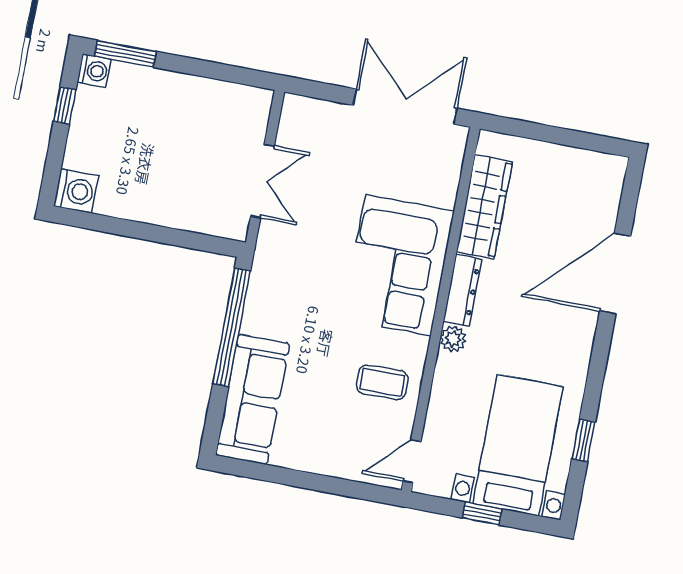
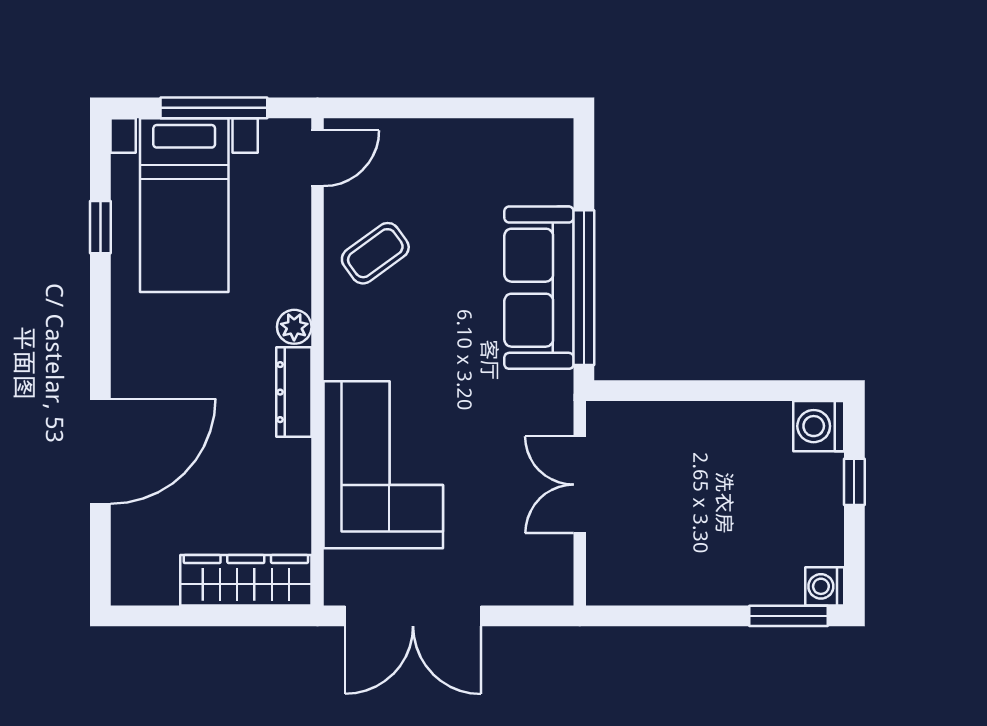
window: (65, 105) -> (854, 482), moved
wardrobe: (484, 207) -> (246, 580), moved, turned 90
corner sofa: (398, 265) -> (383, 465), moved
coffee table: (382, 382) -> (375, 253), turned -35
sofa: (253, 399) -> (539, 288), moved
window: (482, 513) -> (214, 108), width x2.17

